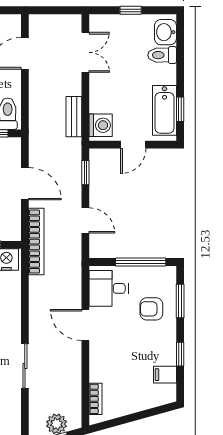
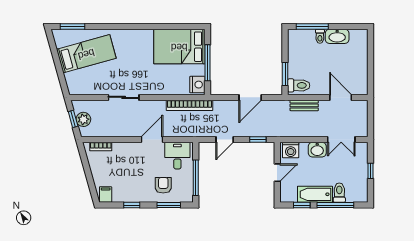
washbasin: (165, 32) -> (317, 150), moved, turned 180
window: (180, 61) -> (335, 205), added
bathtub: (164, 110) -> (315, 194), moved
bench: (74, 117) -> (304, 105), moved
door: (133, 145) -> (277, 173), swing flipped
bookcase: (36, 242) -> (189, 105), moved
filing cabinet: (165, 375) -> (106, 195), moved

